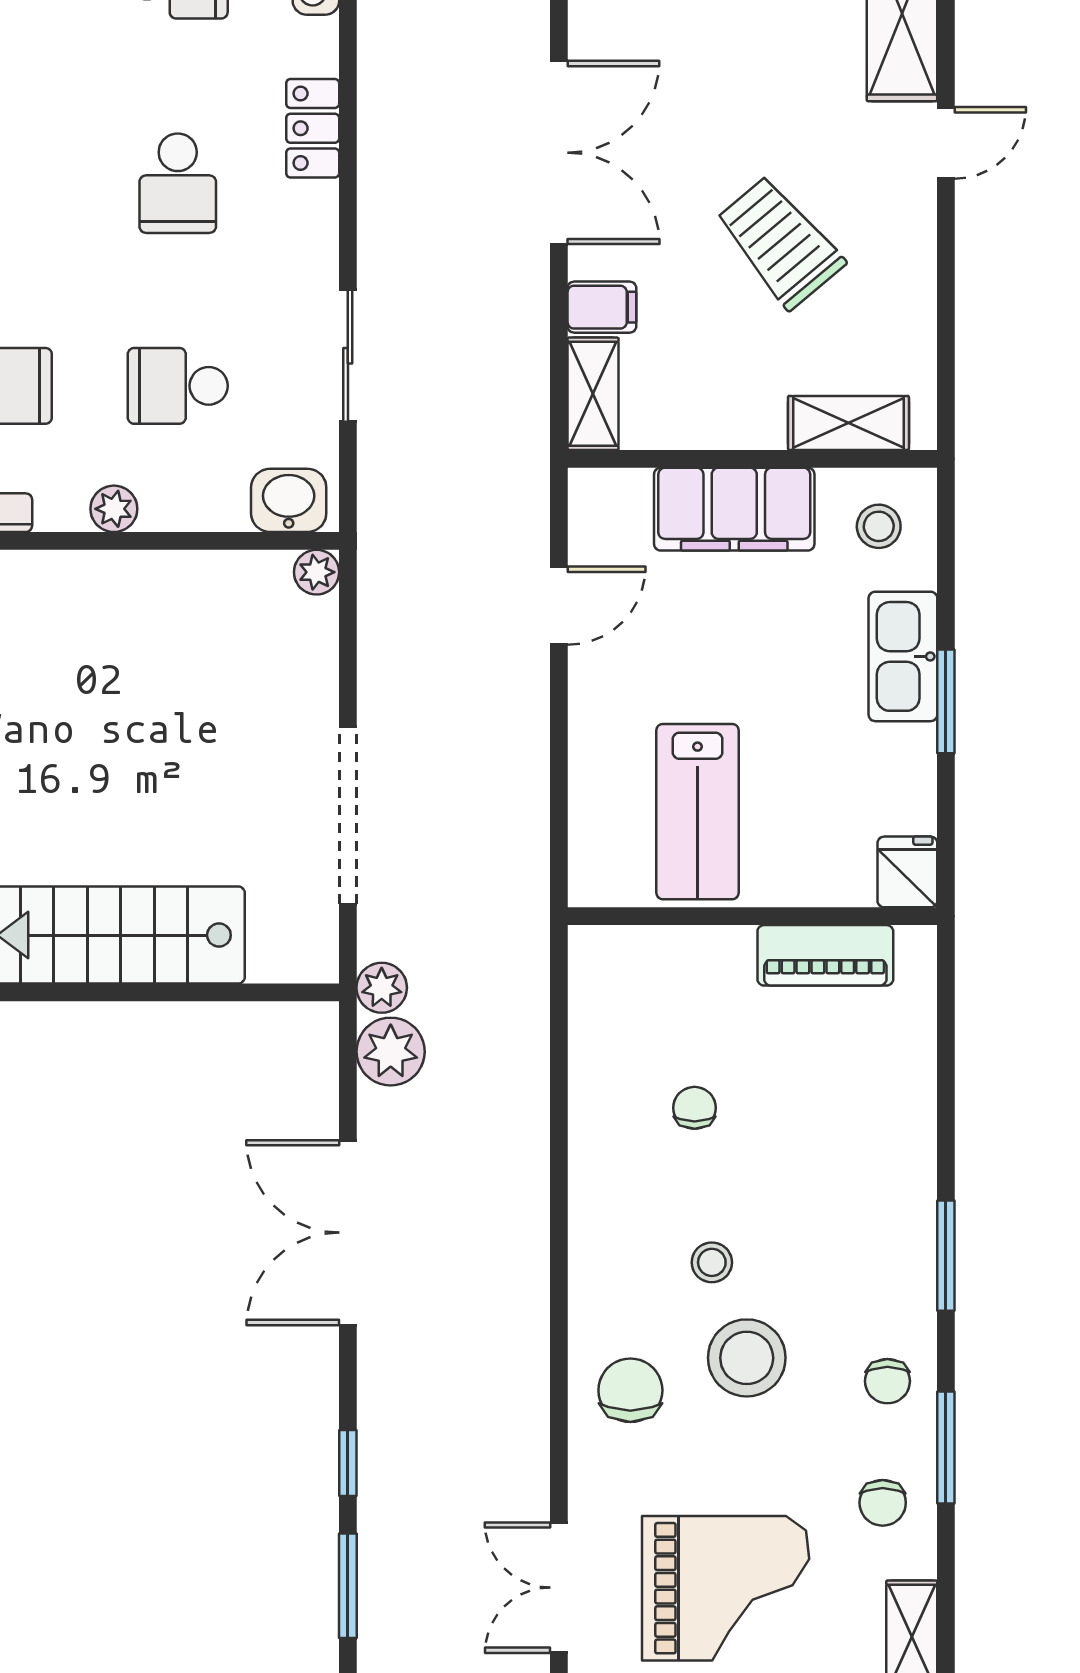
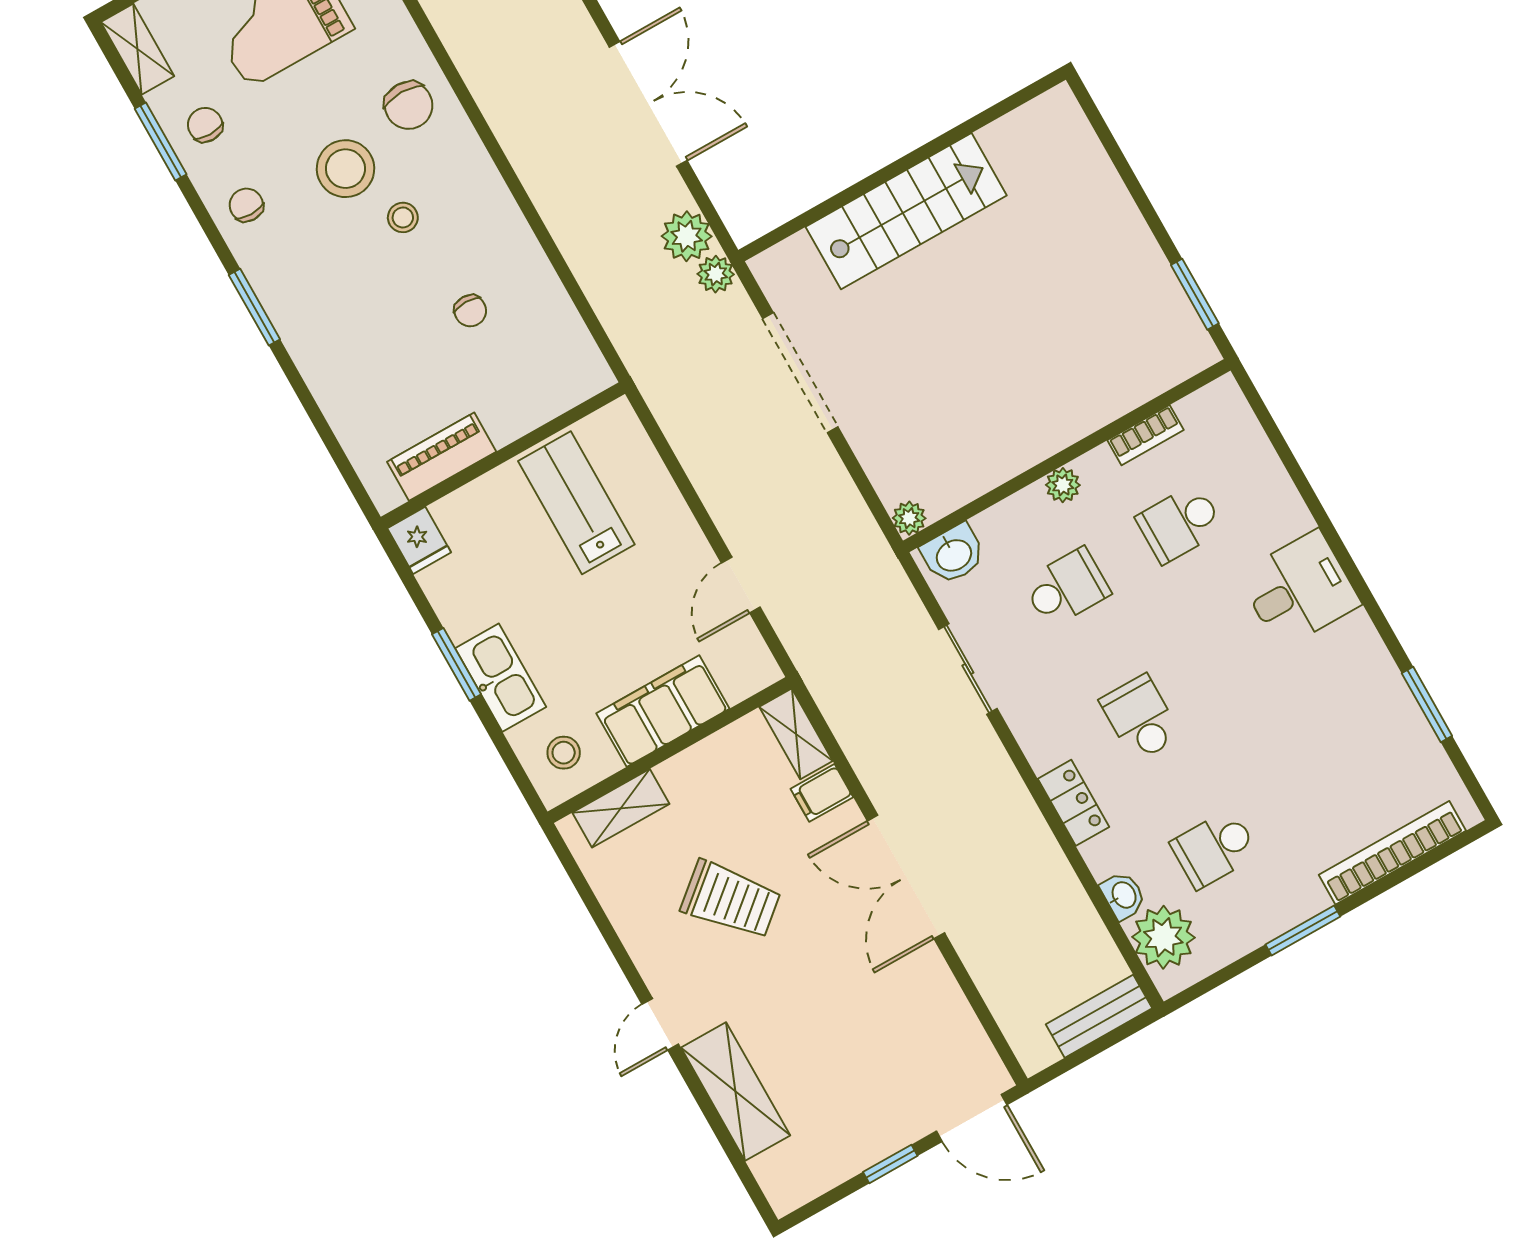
window: (946, 1447) -> (161, 142), moved

